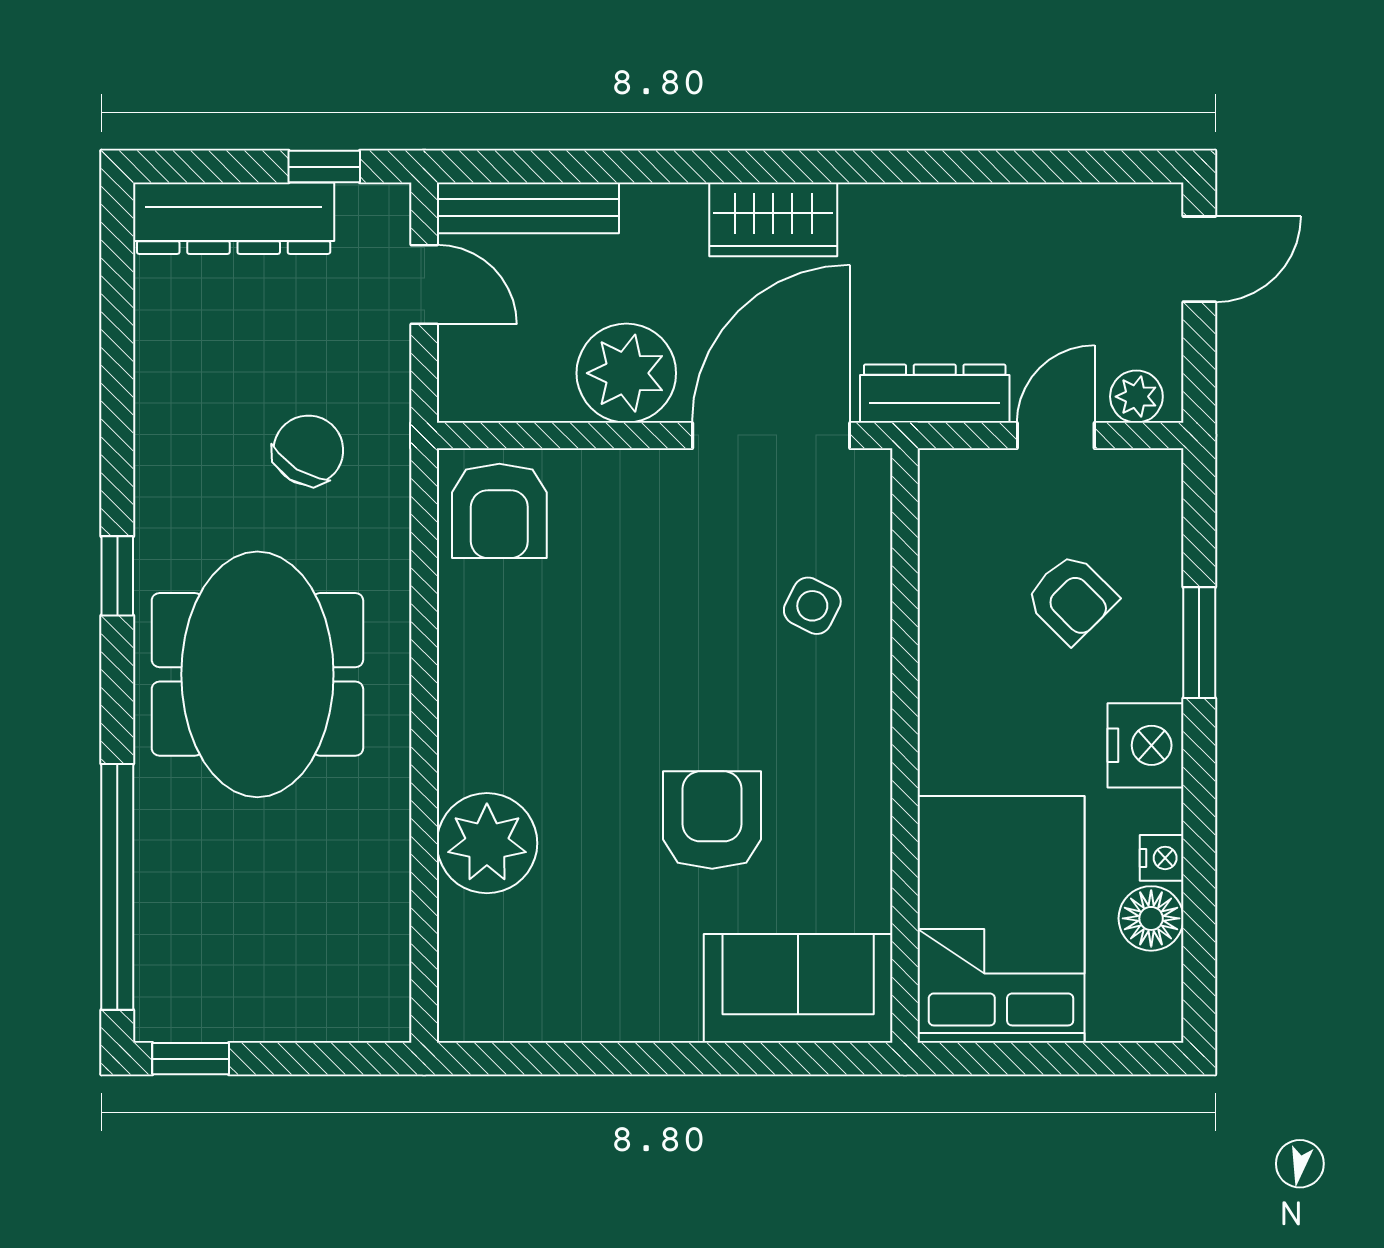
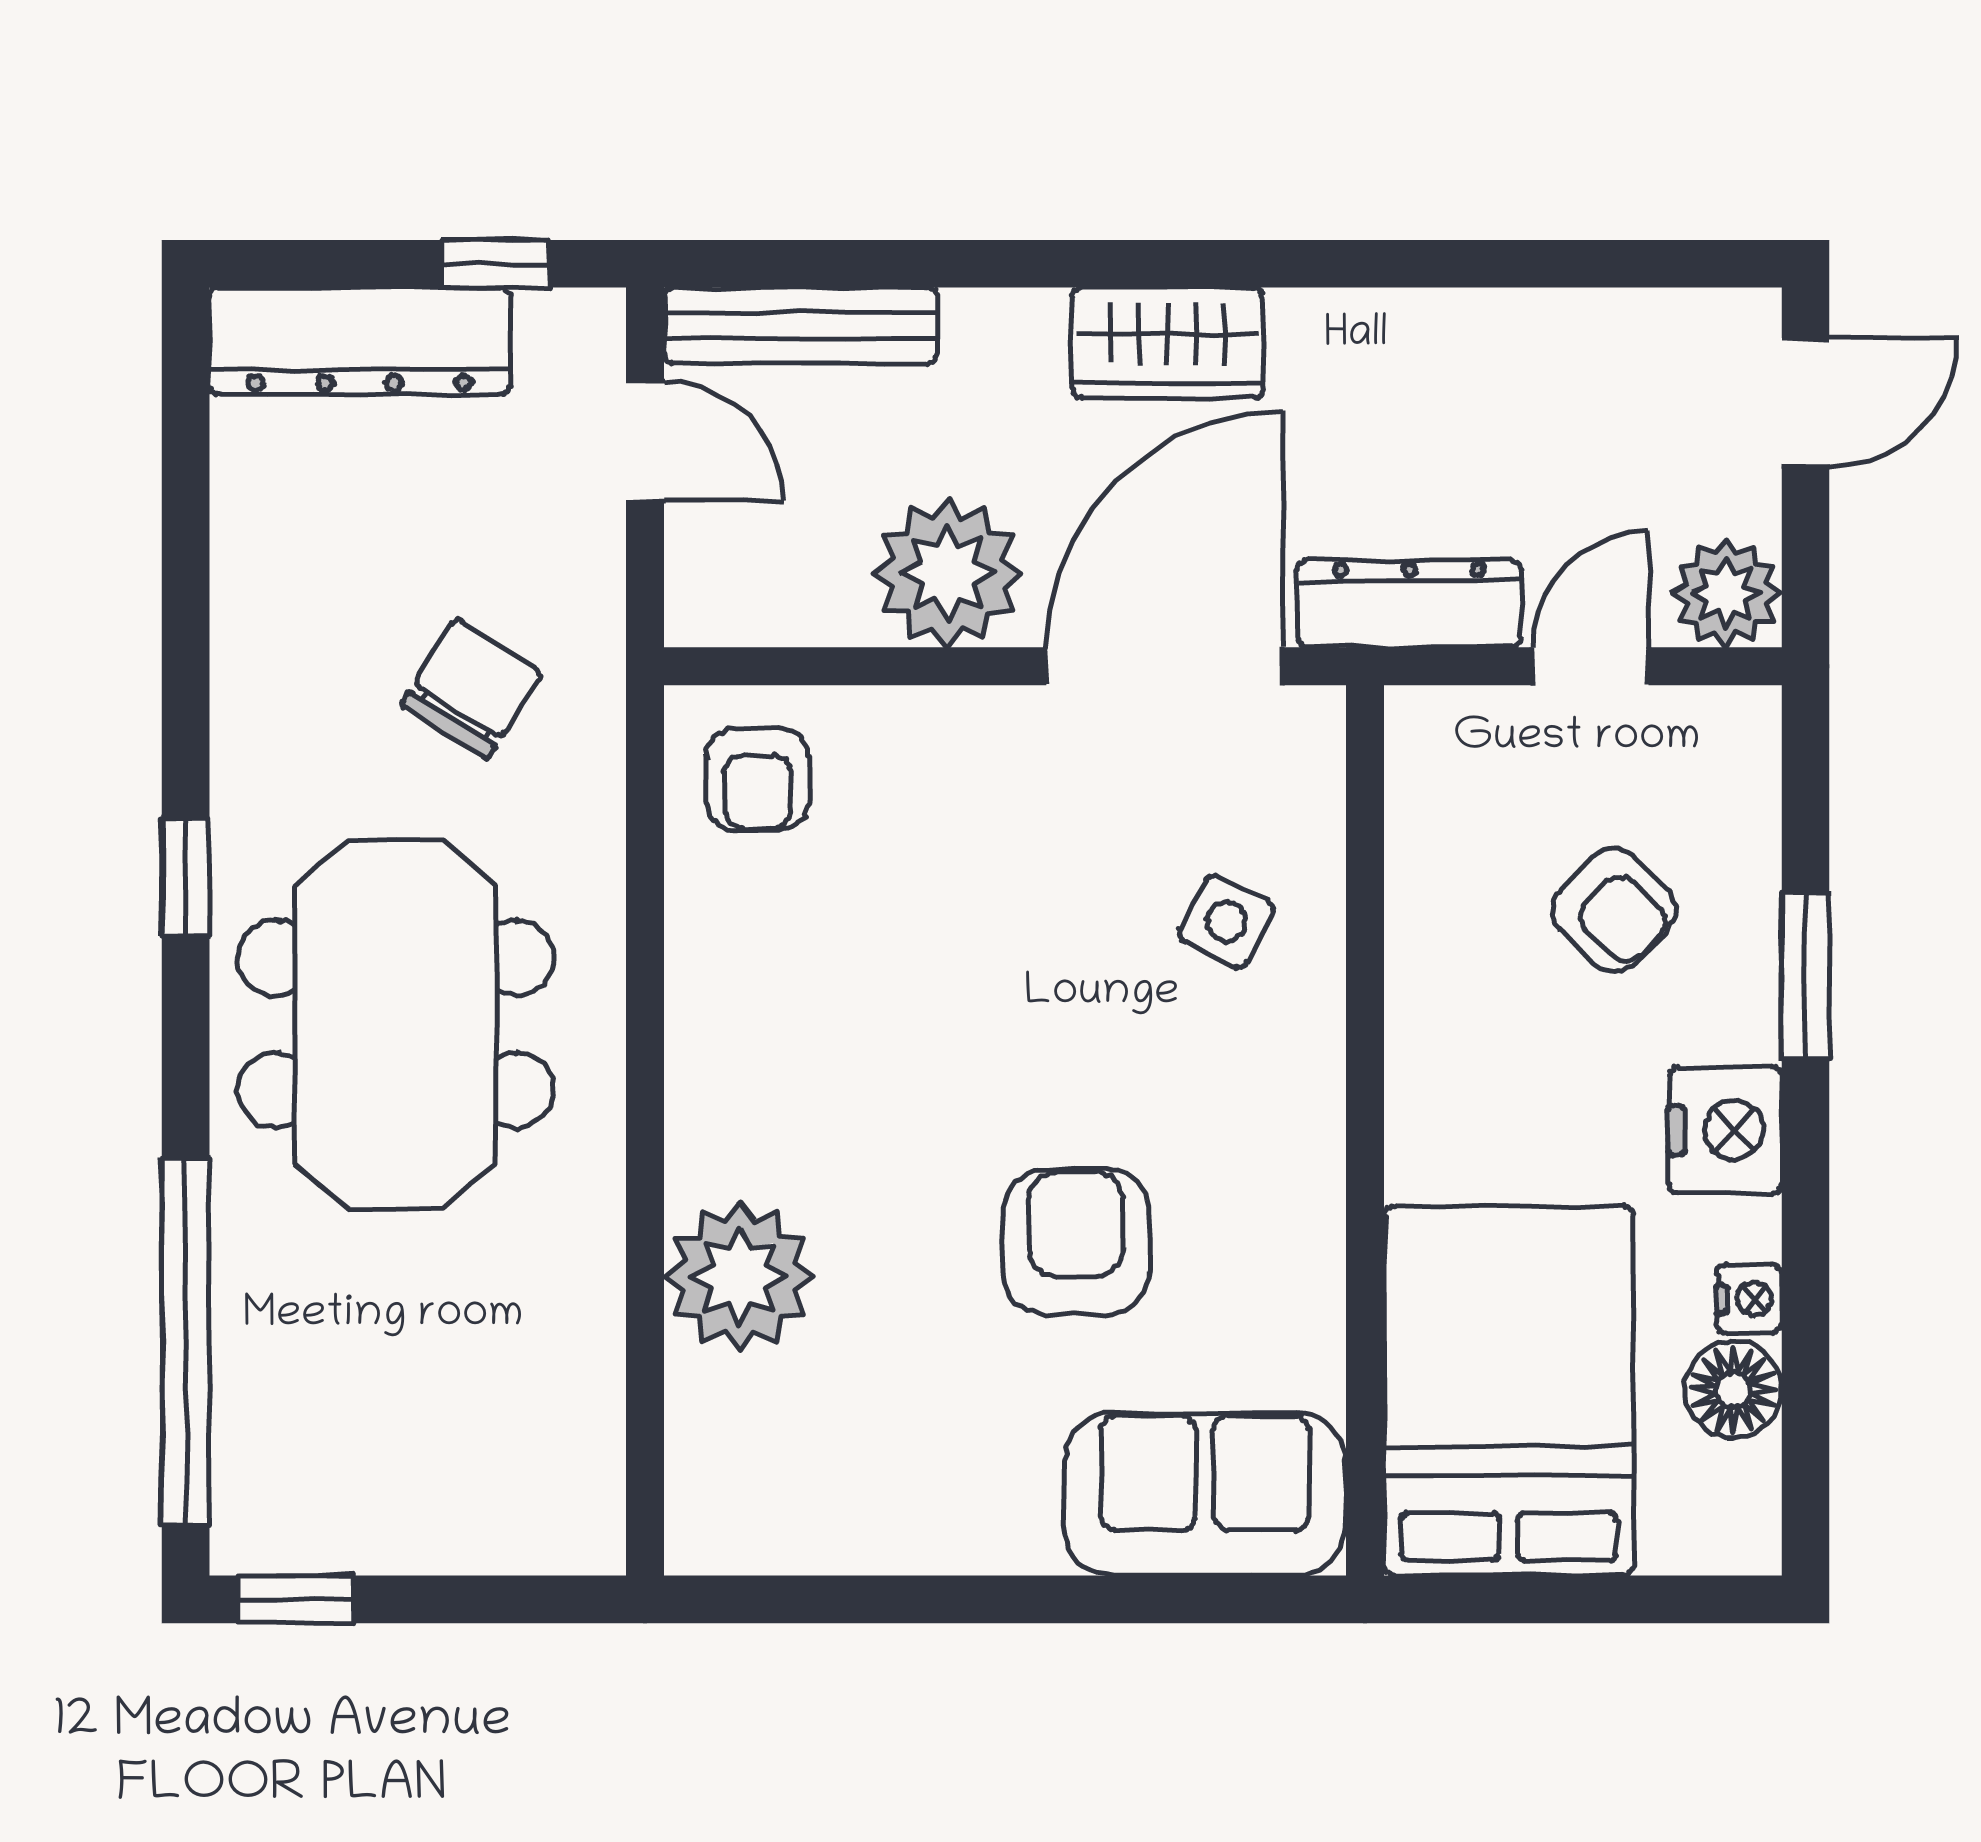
plant: (1136, 397) -> (1726, 593), width x1.38, depth x1.38
armchair: (499, 511) -> (758, 779), width x0.72, depth x0.72

